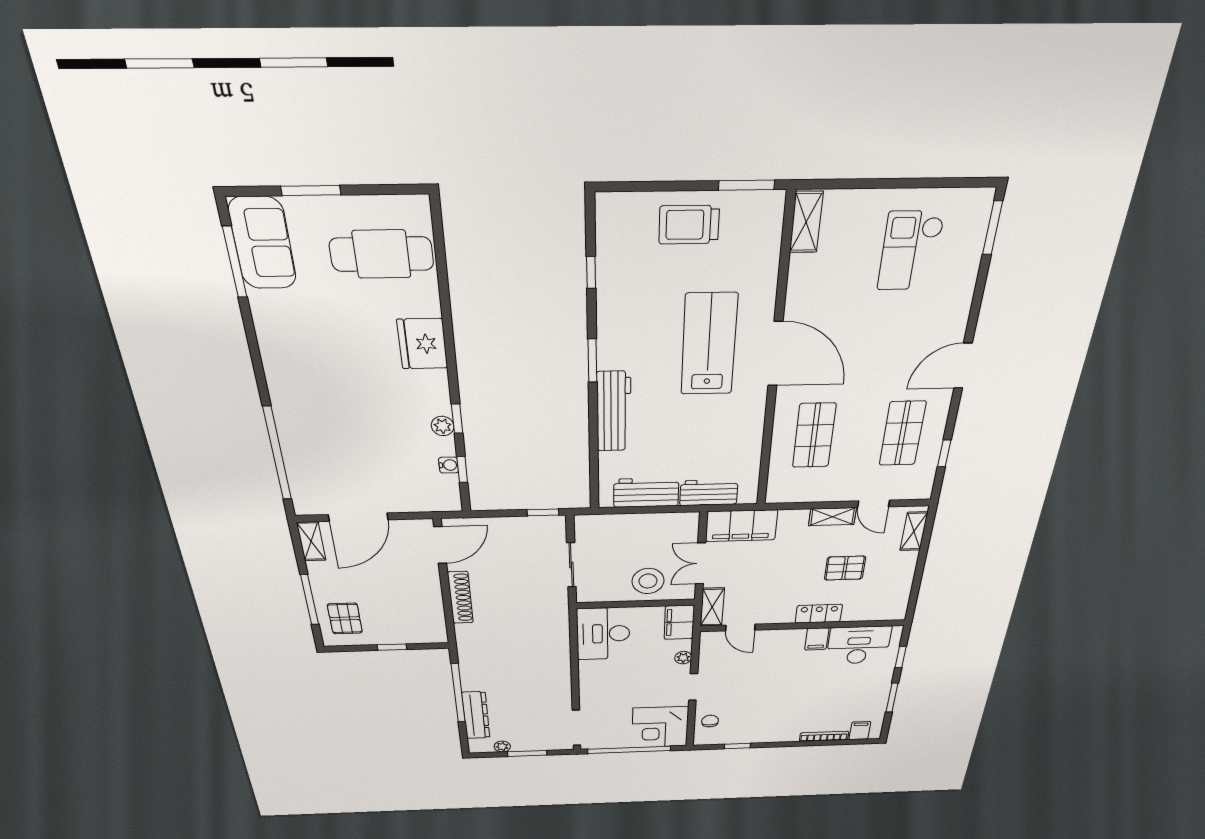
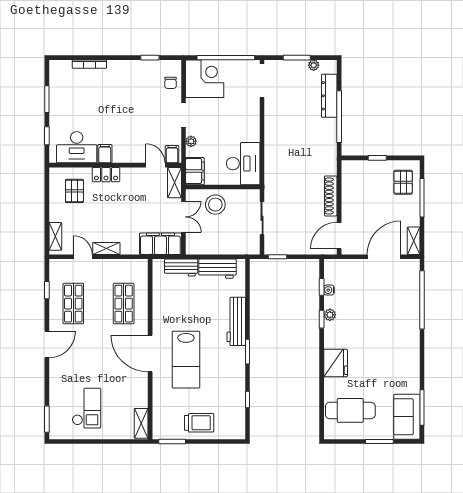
pallet: (845, 568) -> (74, 191), moved, turned 90
filing cabinet: (860, 731) -> (172, 154), moved, turned 180

